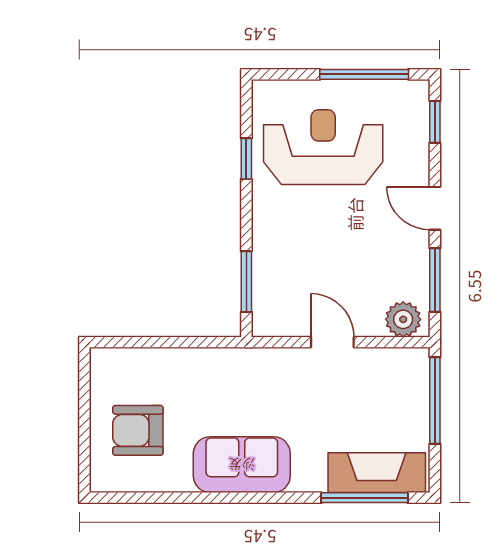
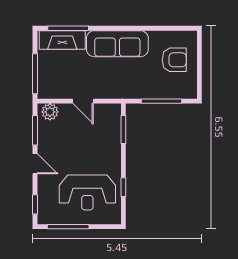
window: (165, 342) -> (161, 101), added
sofa: (242, 465) -> (117, 44), width x1.36

